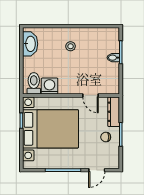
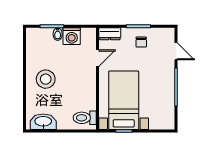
stool: (71, 46) -> (46, 79), width x1.89, depth x1.89
washing machine: (50, 86) -> (72, 36), moved, turned -90
dresser: (114, 112) -> (110, 34), width x0.70
bed with nightstands: (50, 129) -> (124, 100), width x0.73

